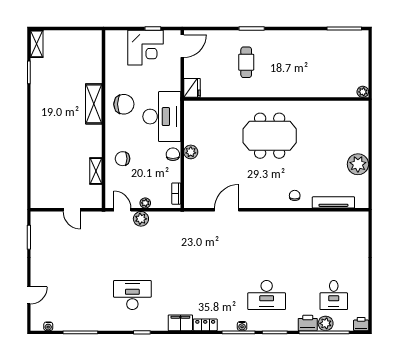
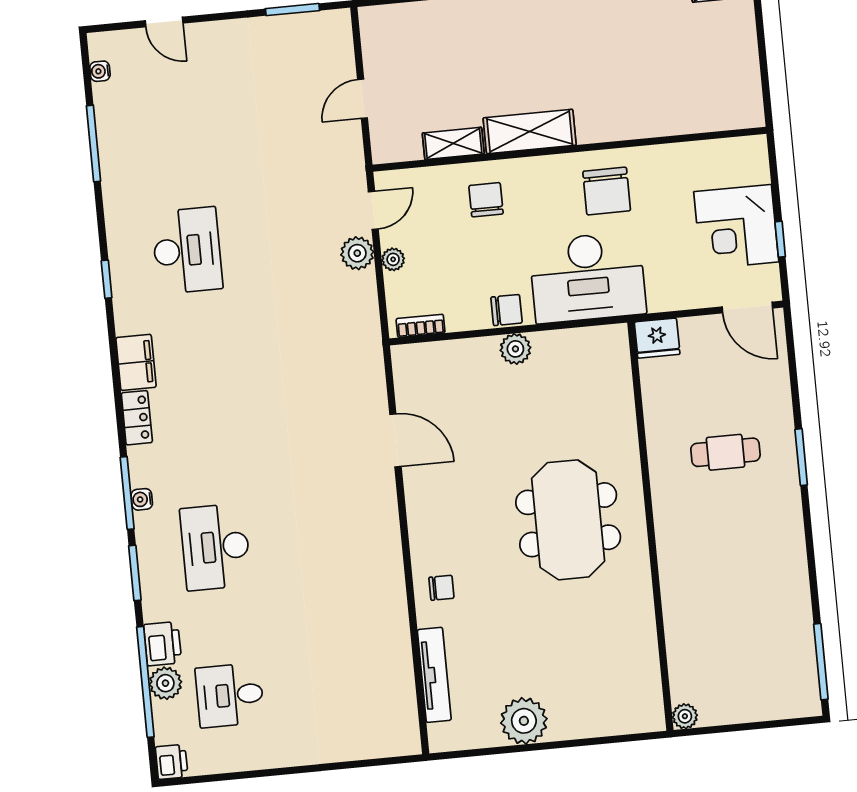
shelving: (94, 104) -> (530, 131), moved

